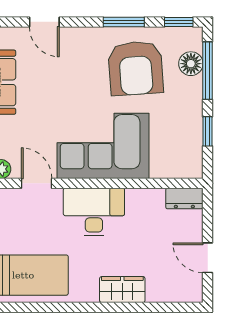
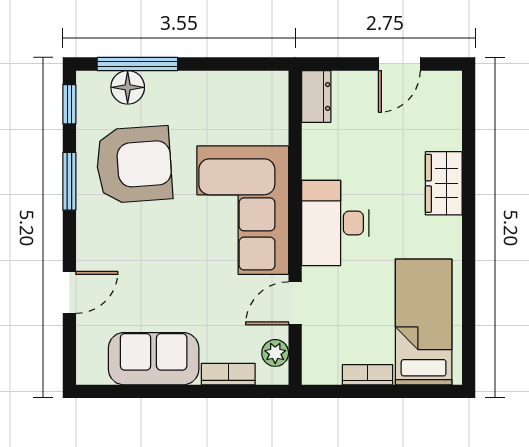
window: (208, 131) -> (222, 64), removed

